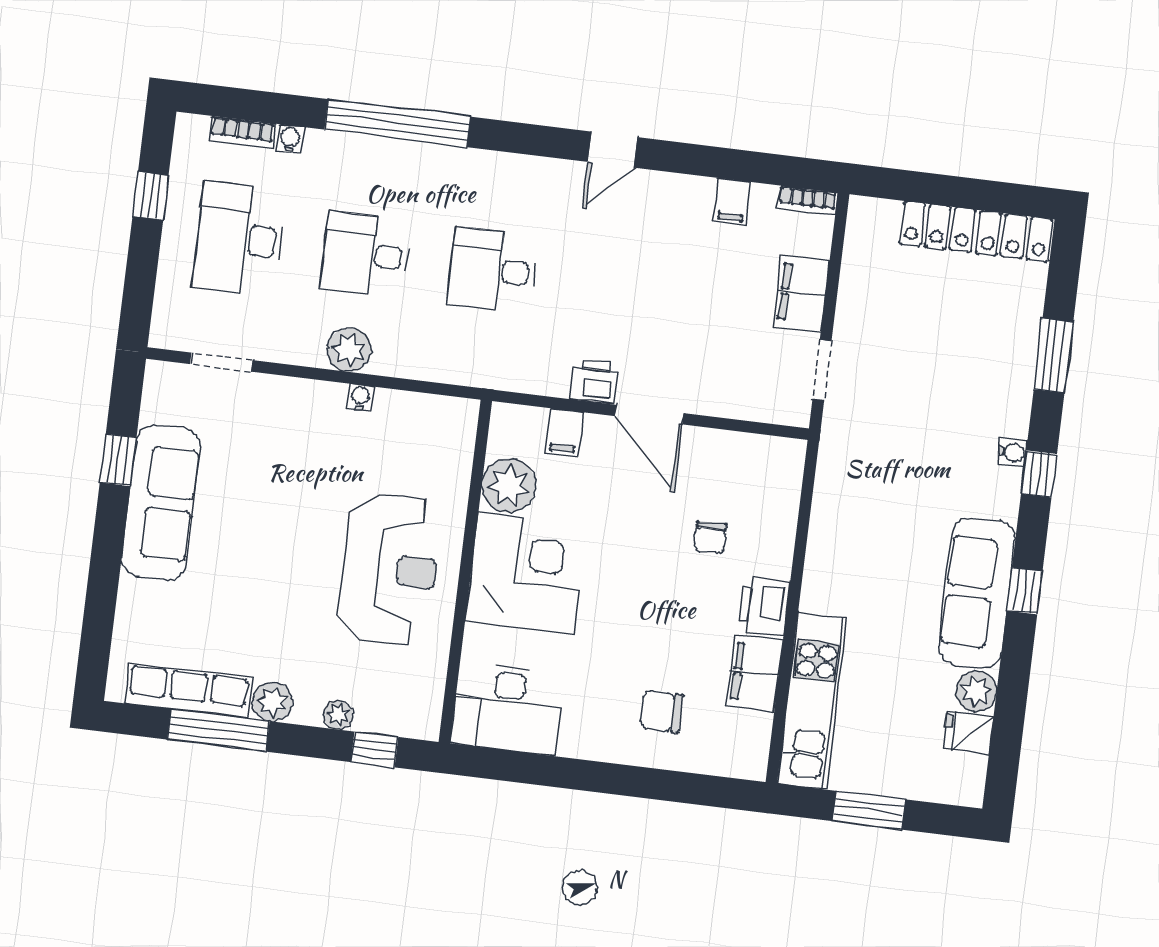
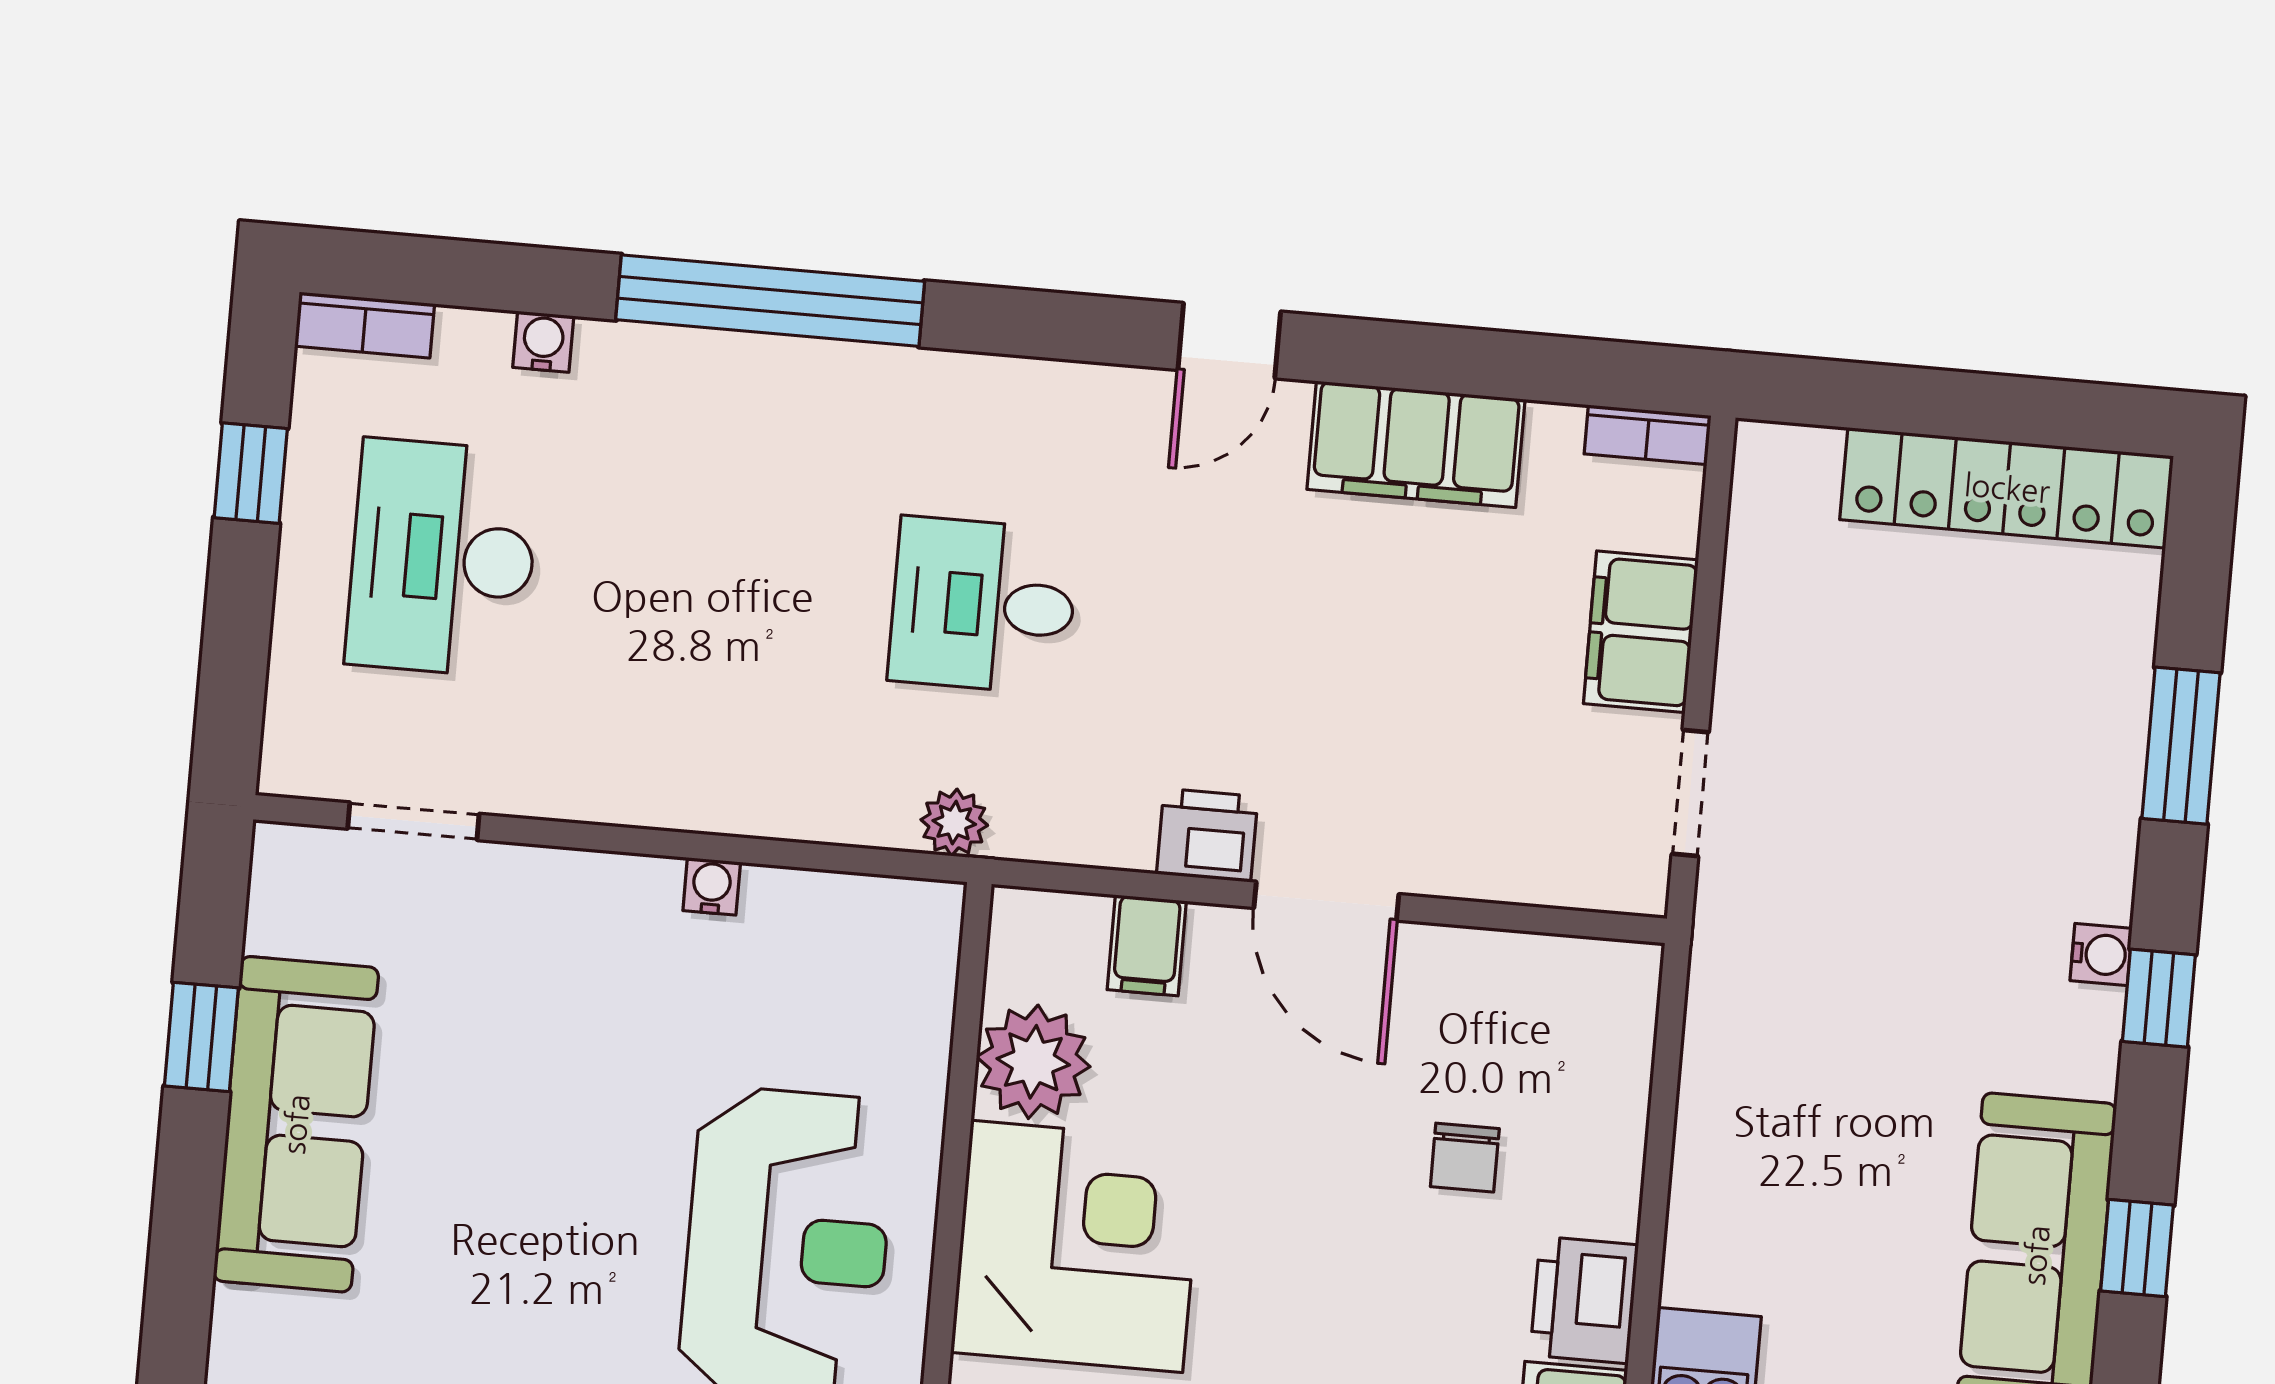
bookcase: (242, 132) -> (365, 325), moved
filing cabinet: (732, 202) -> (1416, 444), width x3.00, depth x1.17
desk: (366, 254) -> (713, 582), removed
plant: (349, 350) -> (954, 822), moved, width x0.73, depth x0.73

